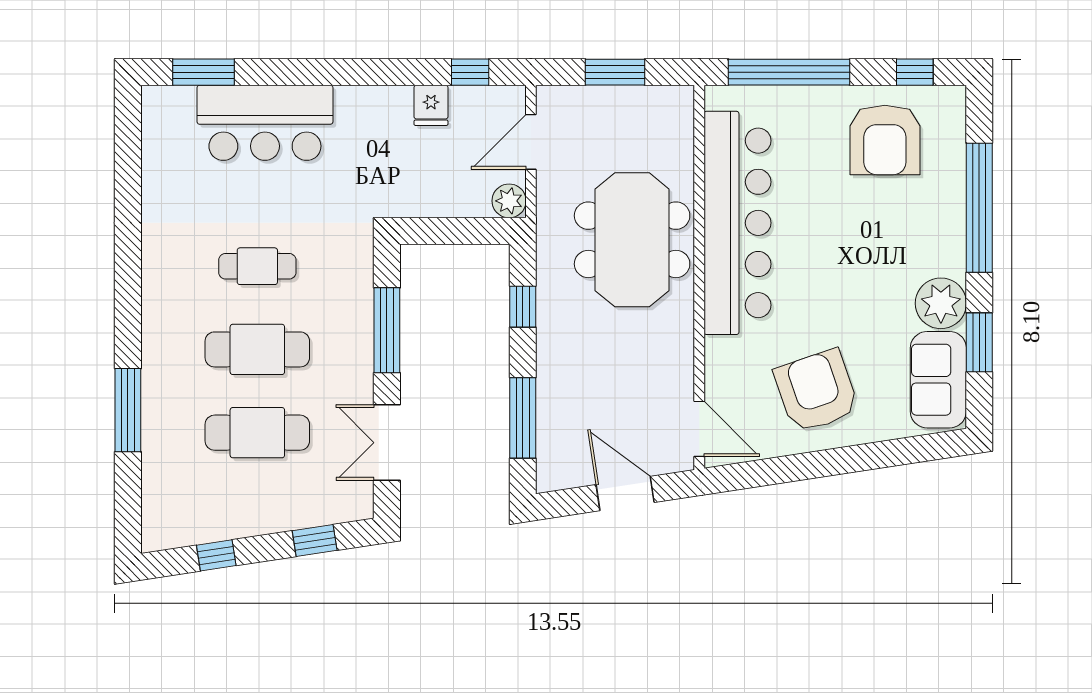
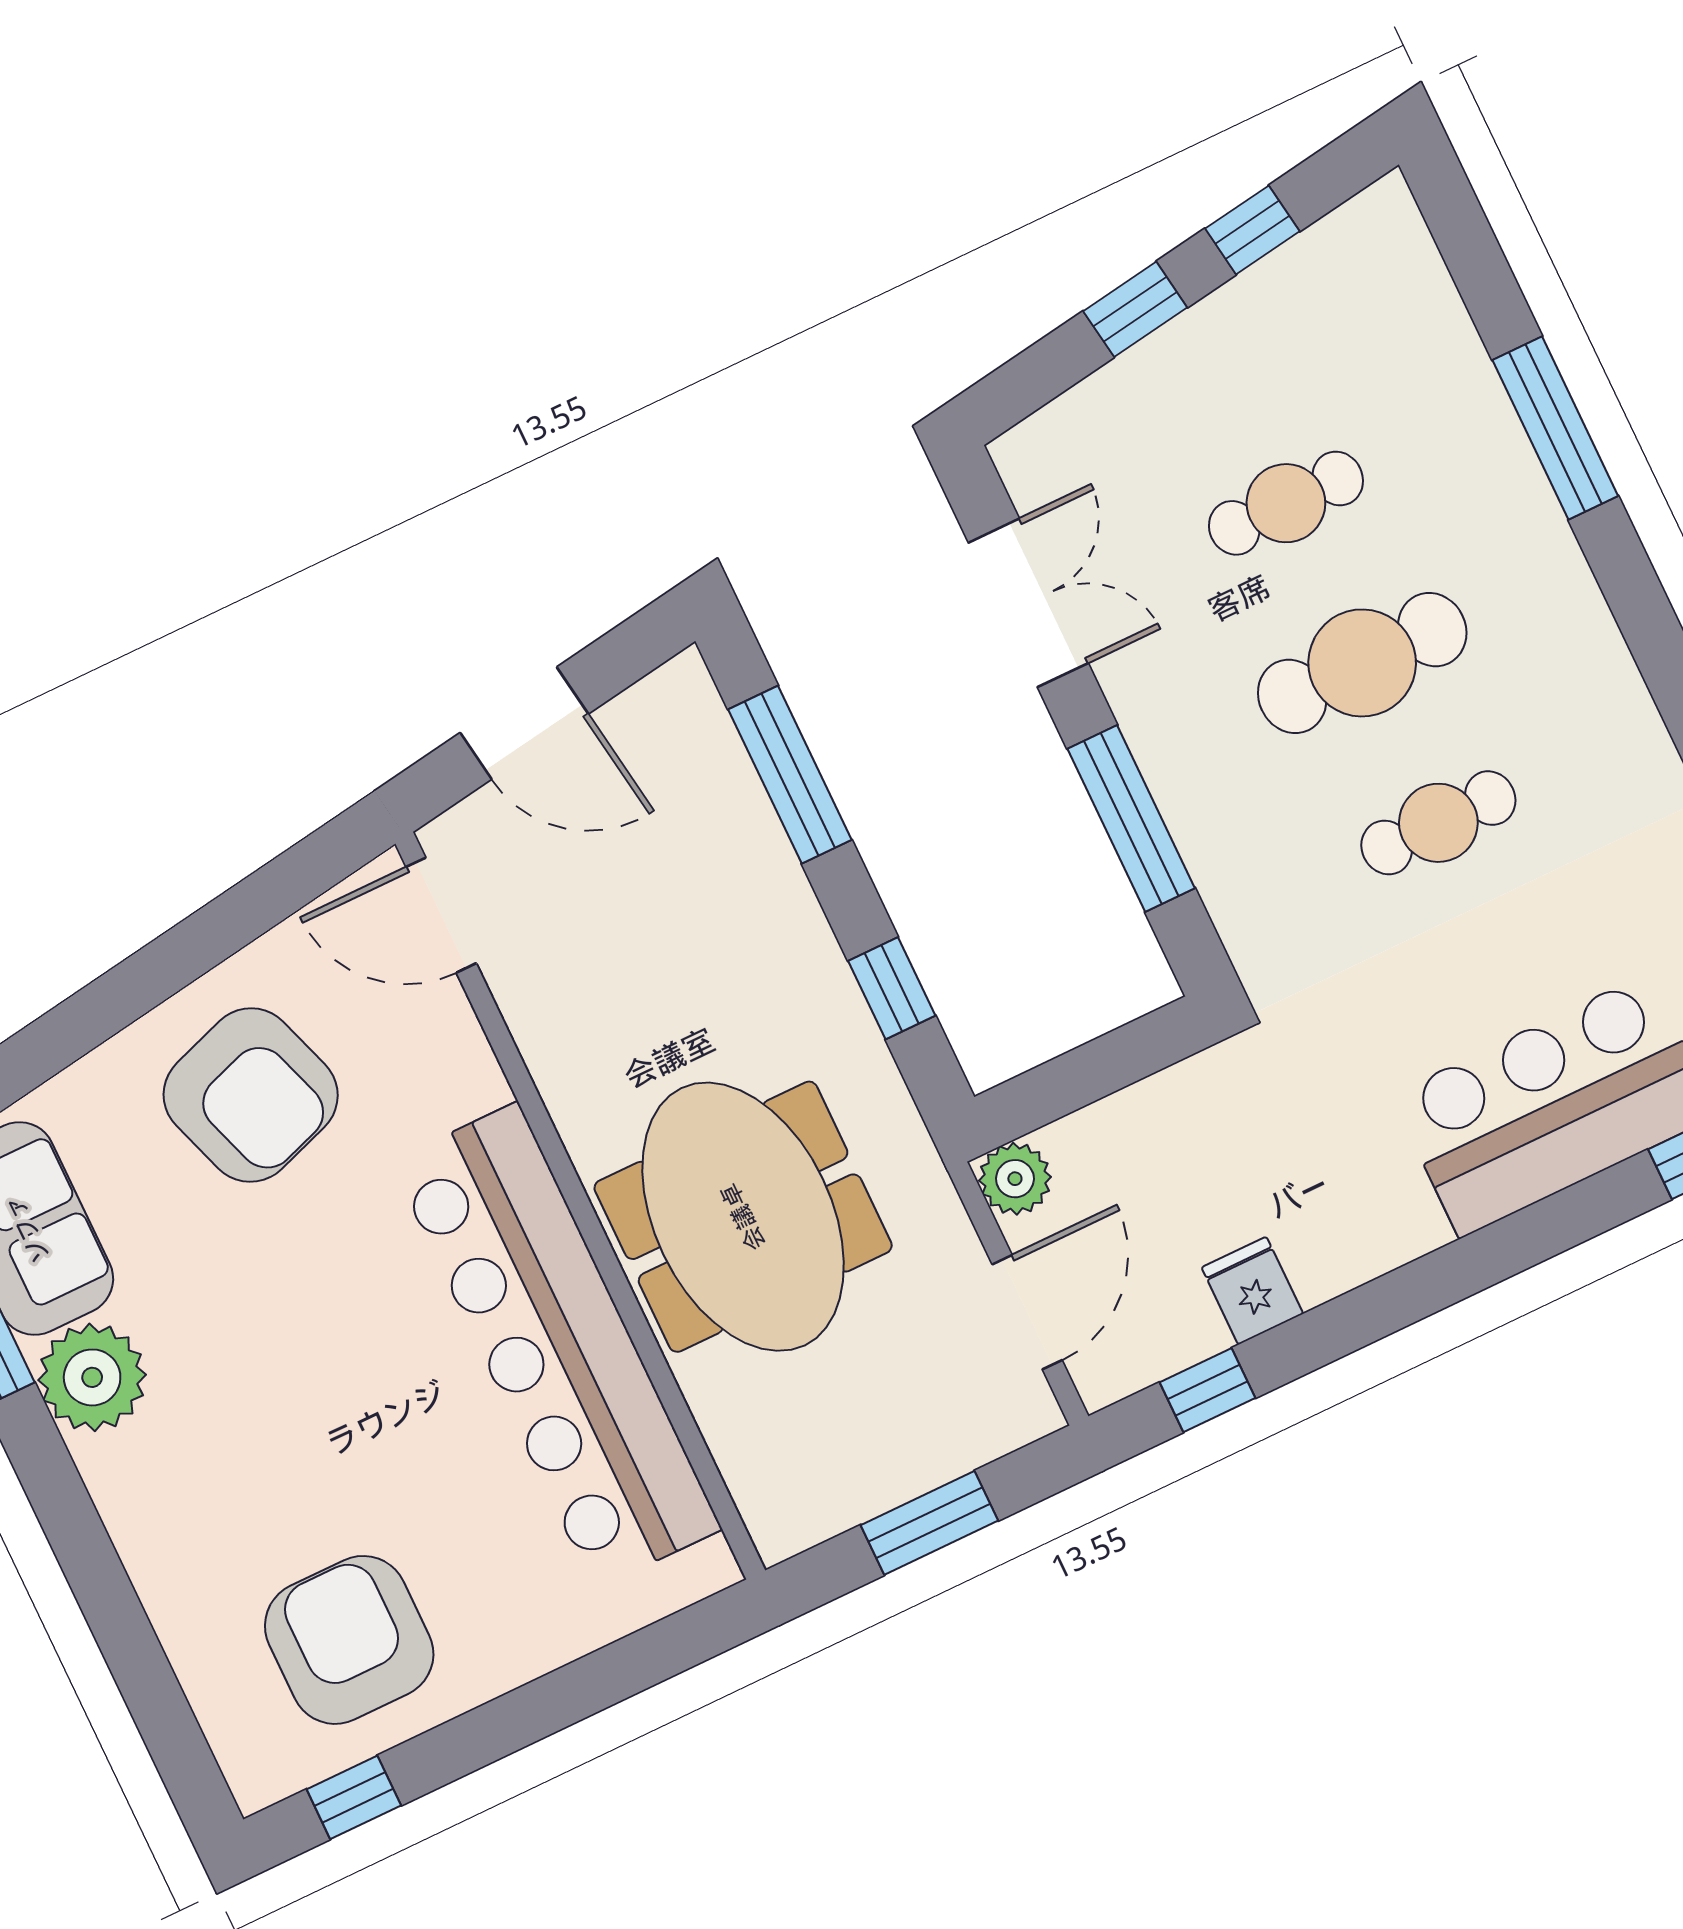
window: (789, 72) -> (595, 1682), removed
window: (979, 208) -> (106, 1596), removed
cafe table: (257, 433) -> (1286, 503), width x0.73, depth x0.74
window: (315, 541) -> (1135, 309), moved

